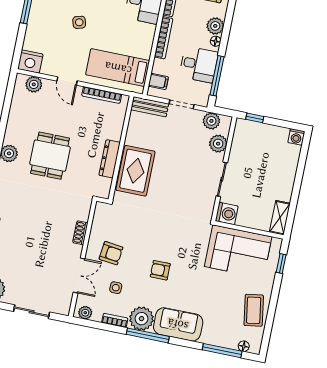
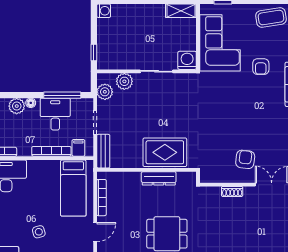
bookcase: (164, 38) -> (51, 151), moved
armchair: (160, 270) -> (261, 67), moved
side table: (116, 288) -> (276, 149), removed

